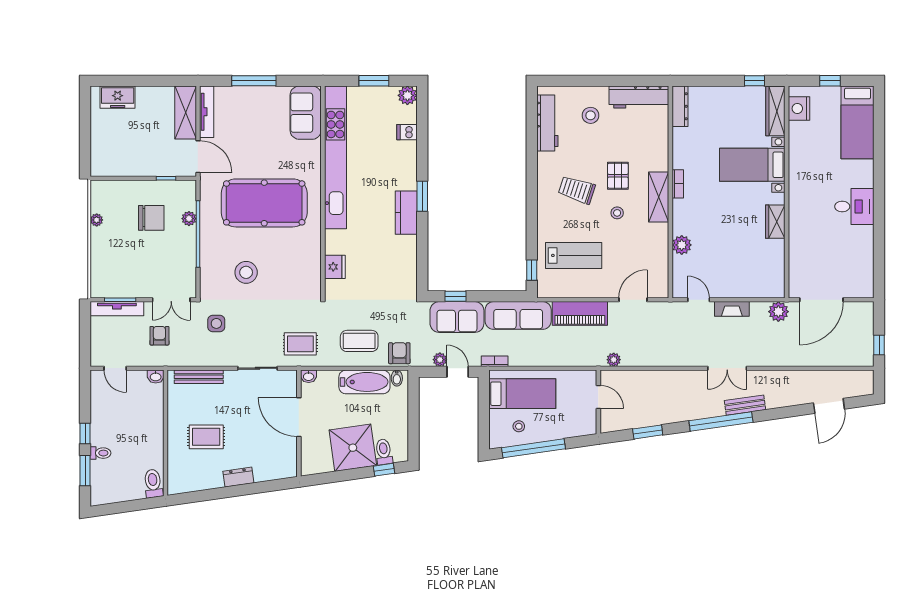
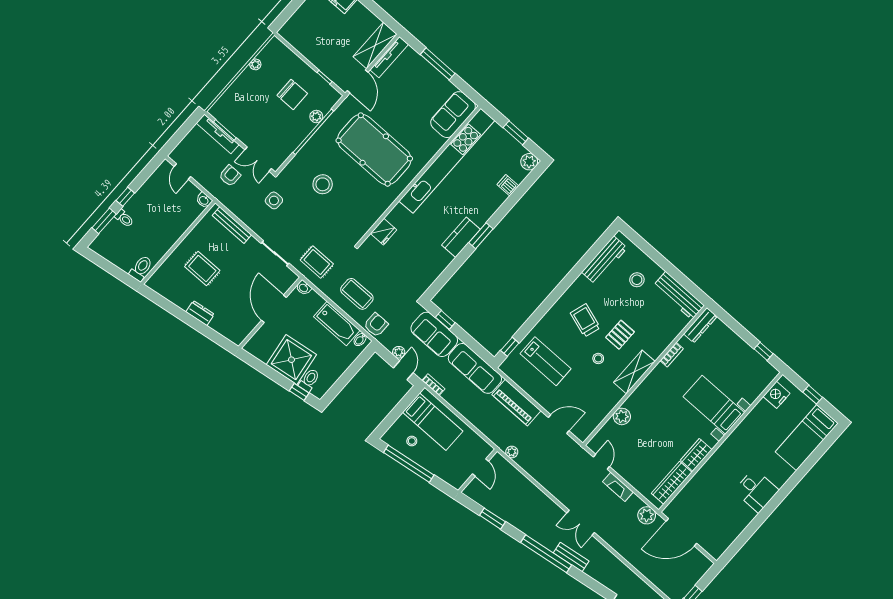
wardrobe: (775, 111) -> (672, 483), moved
bookcase: (678, 184) -> (672, 355), moved

